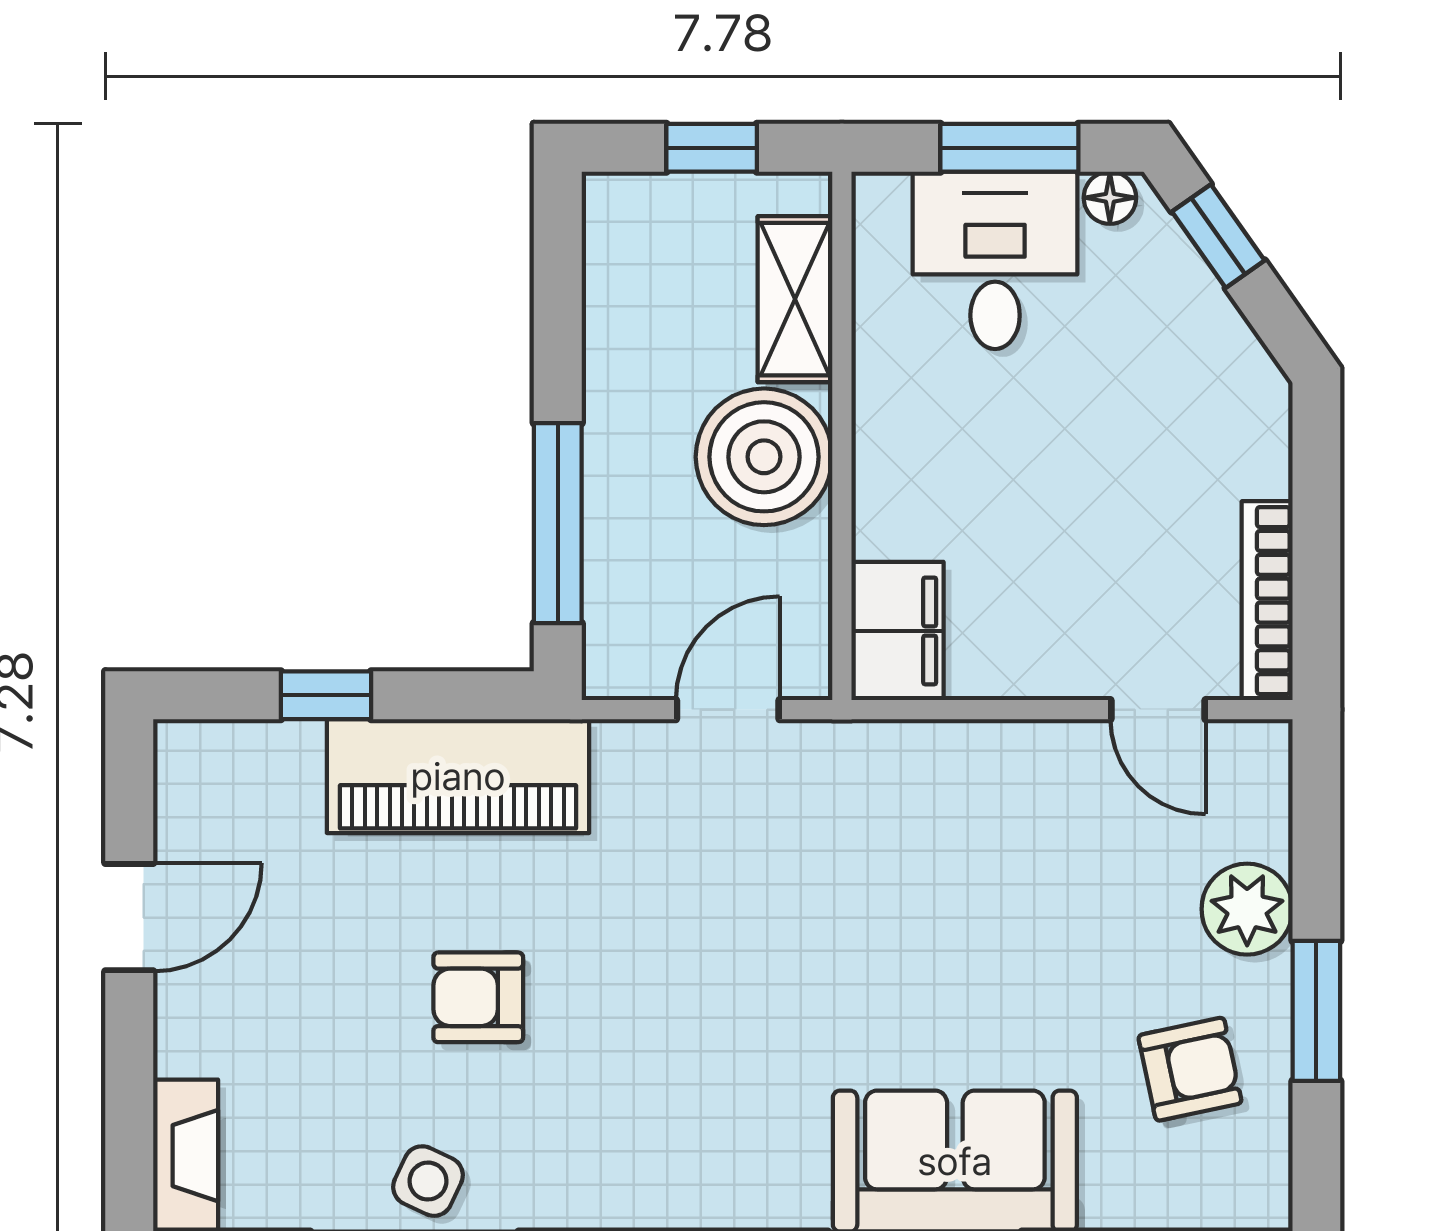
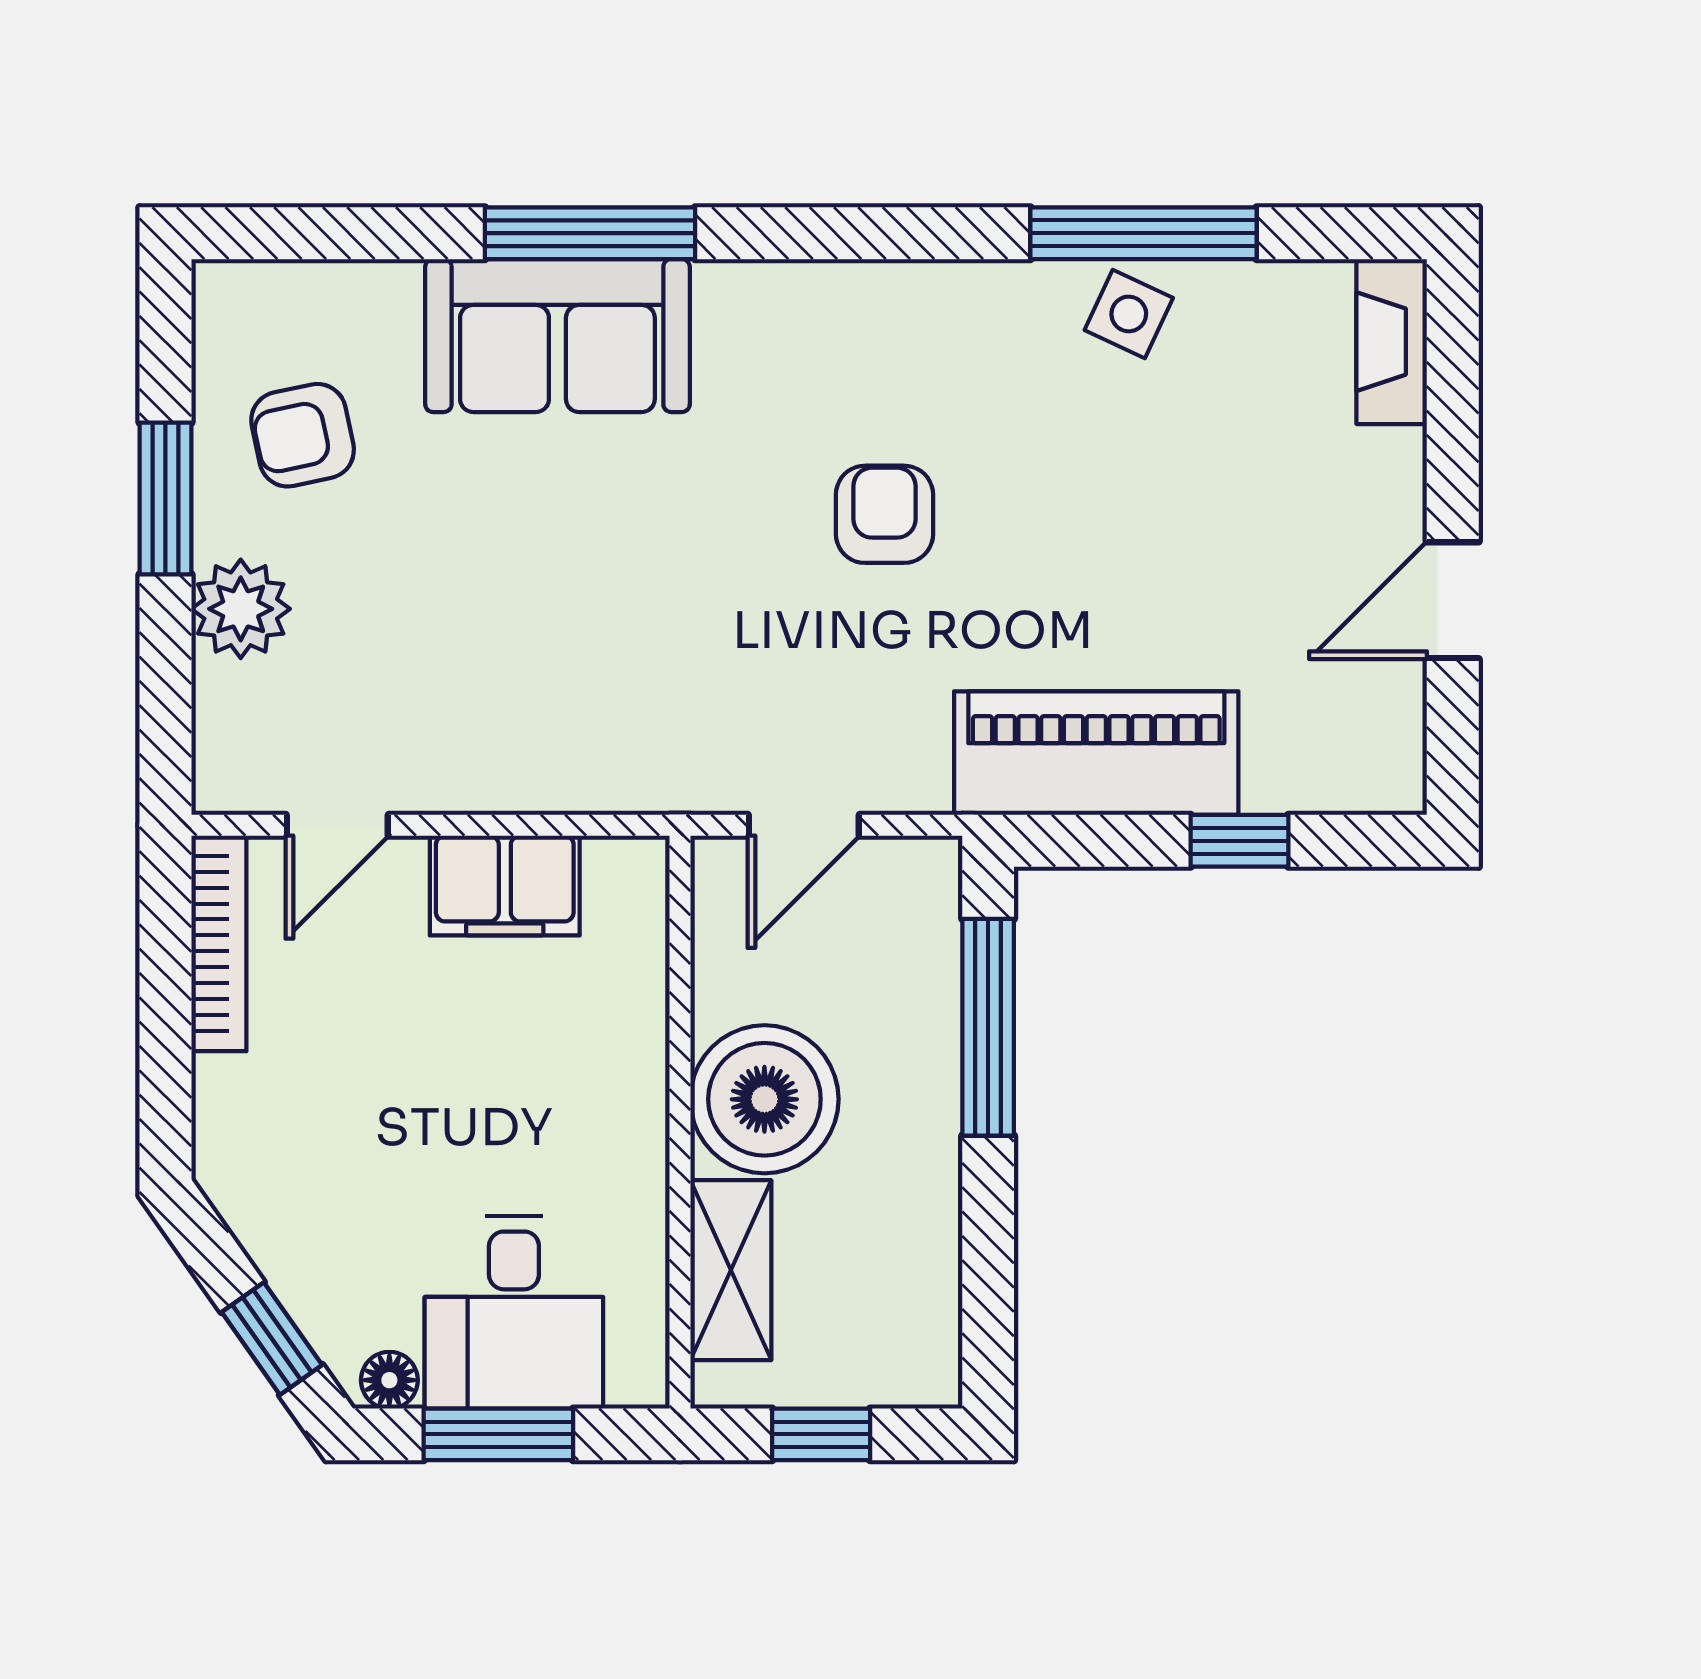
filing cabinet: (897, 631) -> (505, 886), moved, turned -90
door: (1158, 710) -> (337, 825), swing flipped
armchair: (478, 997) -> (884, 514), moved, turned -90

